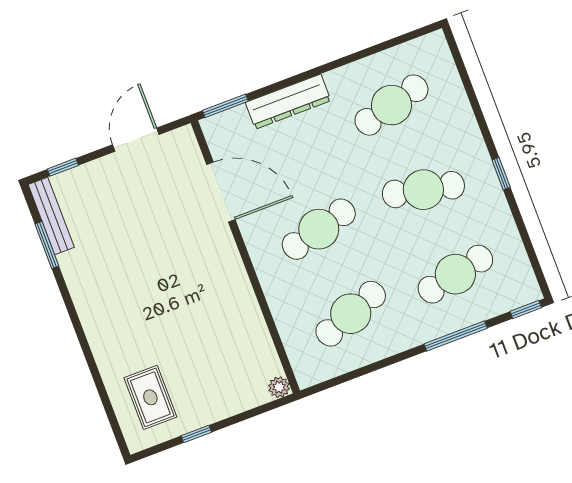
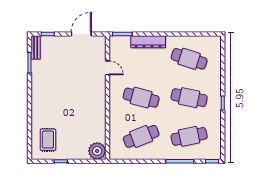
cafe table: (391, 105) -> (189, 59), turned 33
door: (221, 192) -> (107, 68), width x0.53
bench: (51, 216) -> (36, 47), width x0.73
cafe table: (319, 229) -> (141, 98), turned 30
plant: (279, 387) -> (97, 151), width x1.88, depth x1.88

